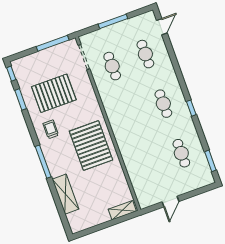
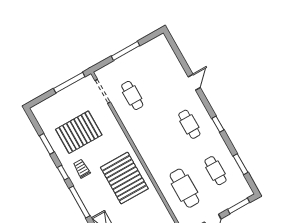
door: (162, 27) -> (194, 82), moved
cafe table: (145, 54) -> (184, 188), moved, width x1.37, depth x1.35
window: (11, 74) -> (63, 173), moved
window: (210, 161) -> (240, 164), moved
window: (198, 192) -> (239, 206), added

